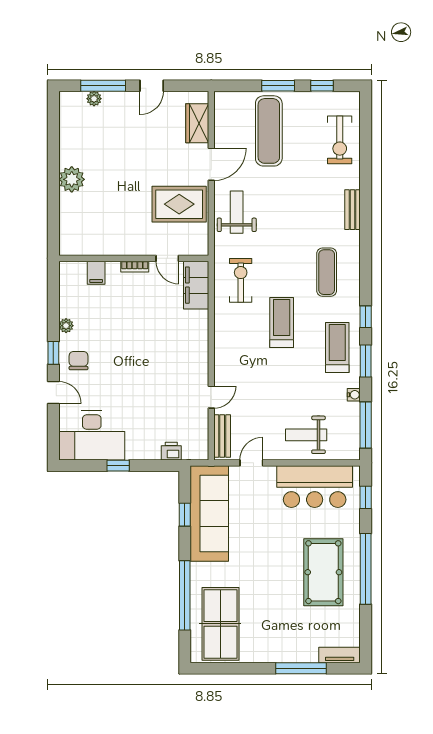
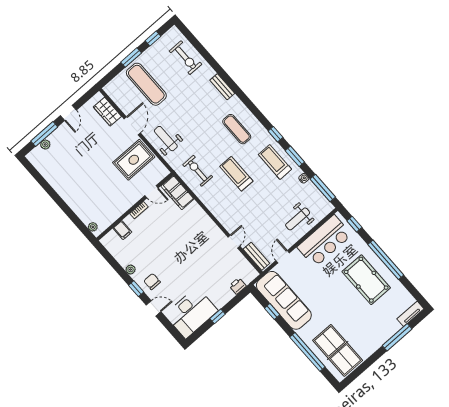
plant: (72, 179) -> (93, 227), moved, width x0.53, depth x0.53

